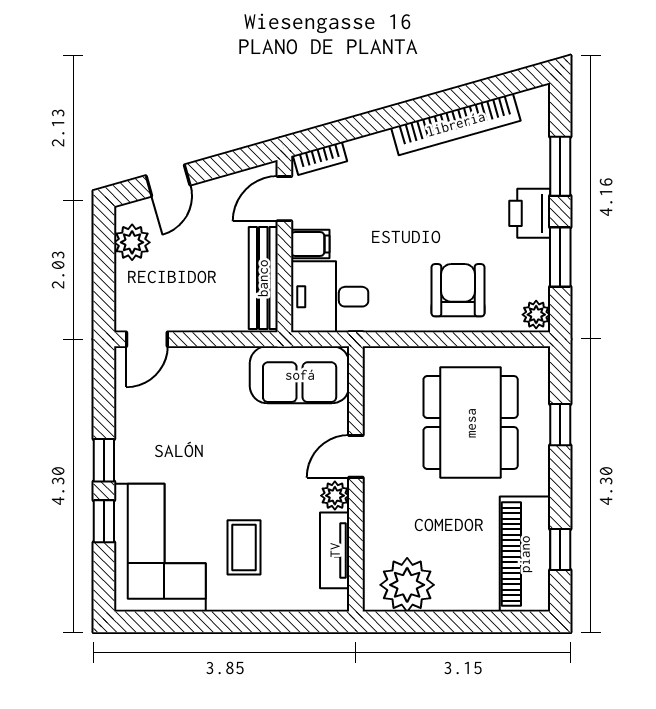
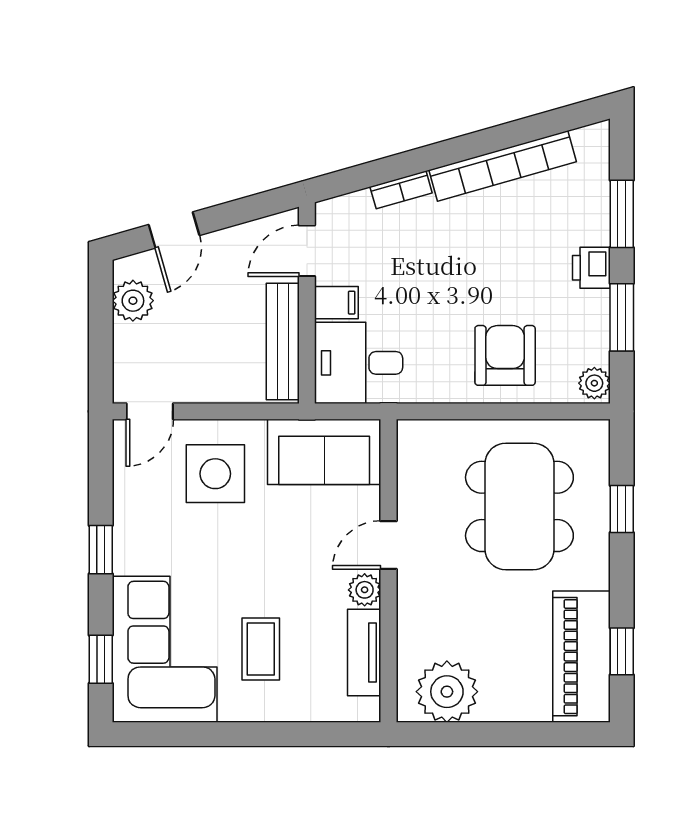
bookcase: (320, 158) -> (401, 190), moved
printer: (530, 213) -> (591, 268), width x0.73, depth x0.81
side table: (204, 394) -> (215, 474), added
window: (104, 521) -> (101, 659), moved

